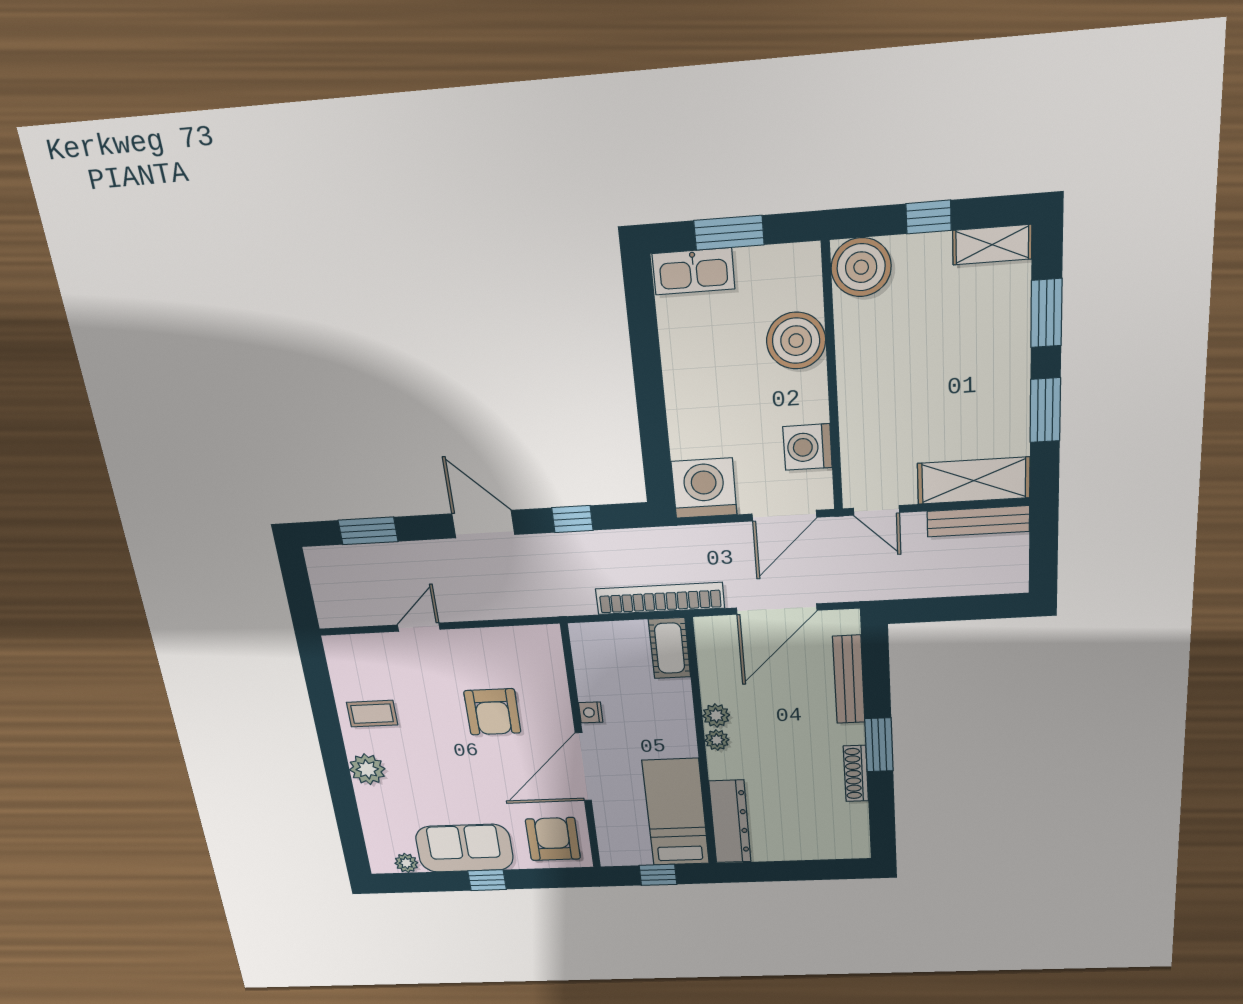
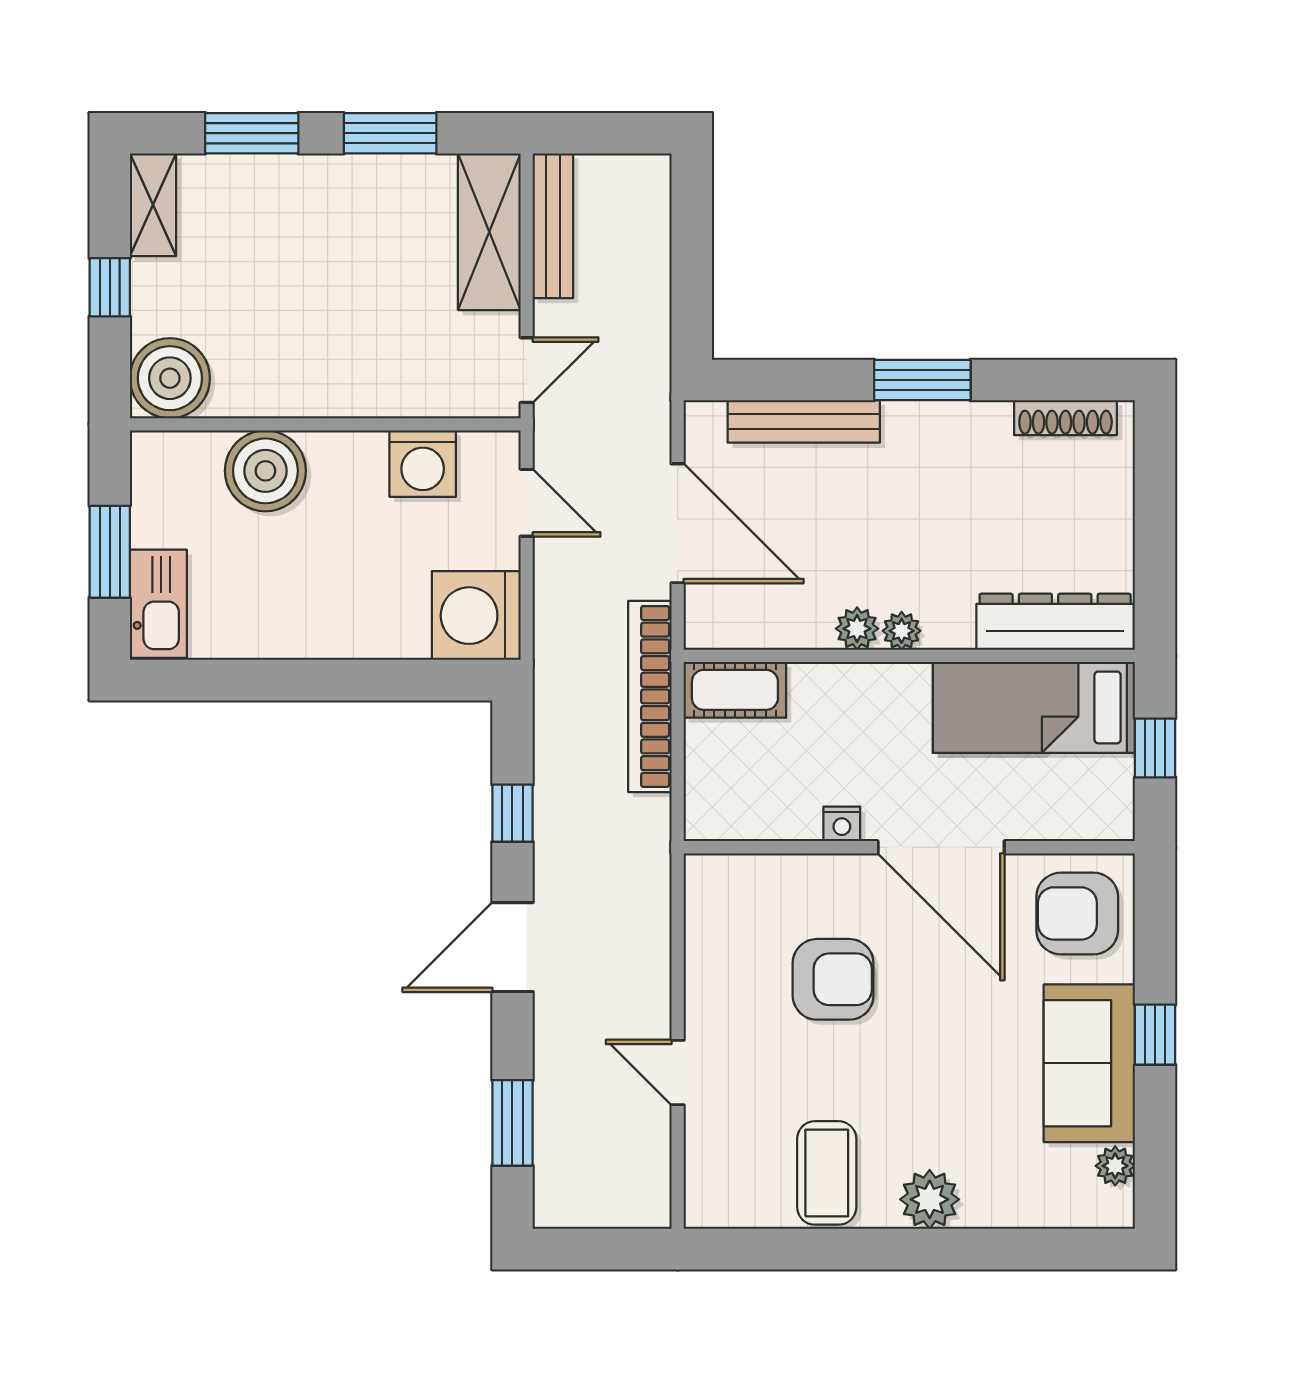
door: (784, 516) -> (527, 503), width x0.73
coffee table: (372, 714) -> (827, 1173), width x1.36, depth x1.30
shoe rack: (856, 773) -> (1066, 418), moved

